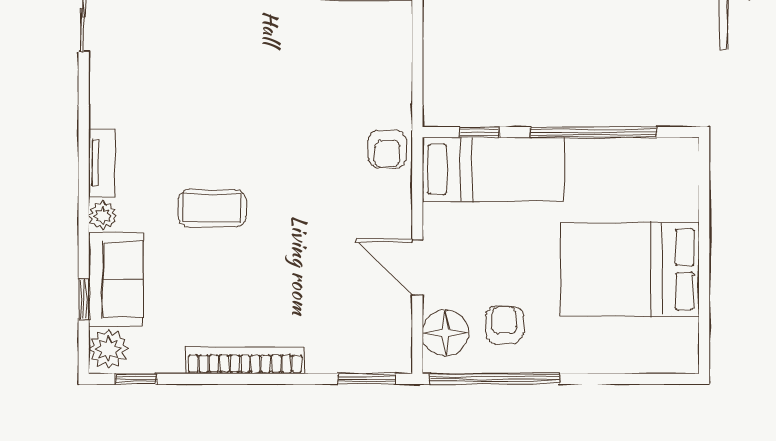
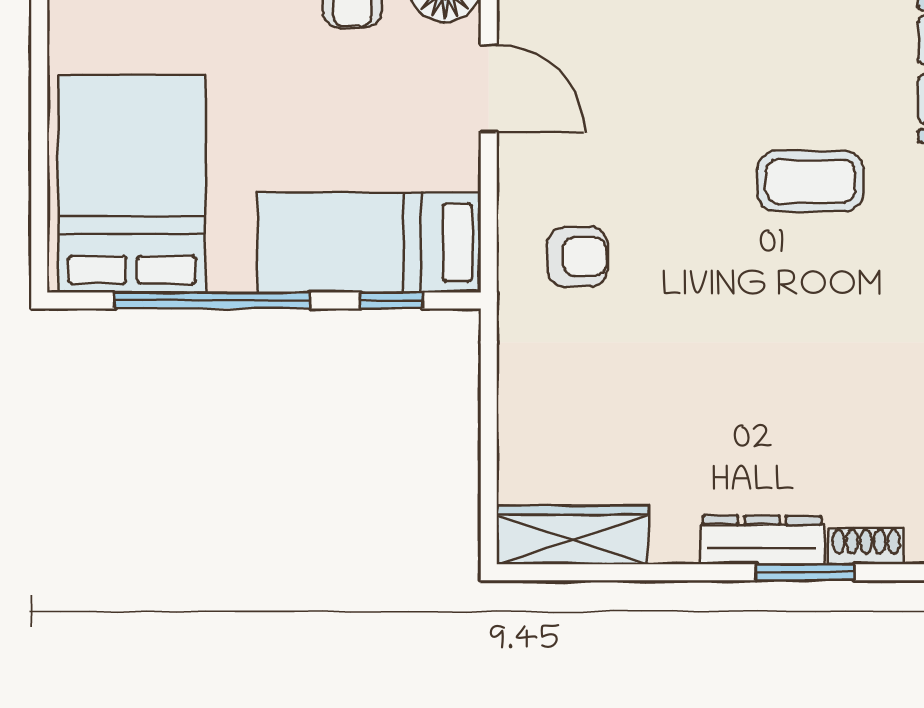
armchair: (387, 149) -> (577, 257), moved, turned 88
bed: (630, 269) -> (132, 184), moved, turned -90

